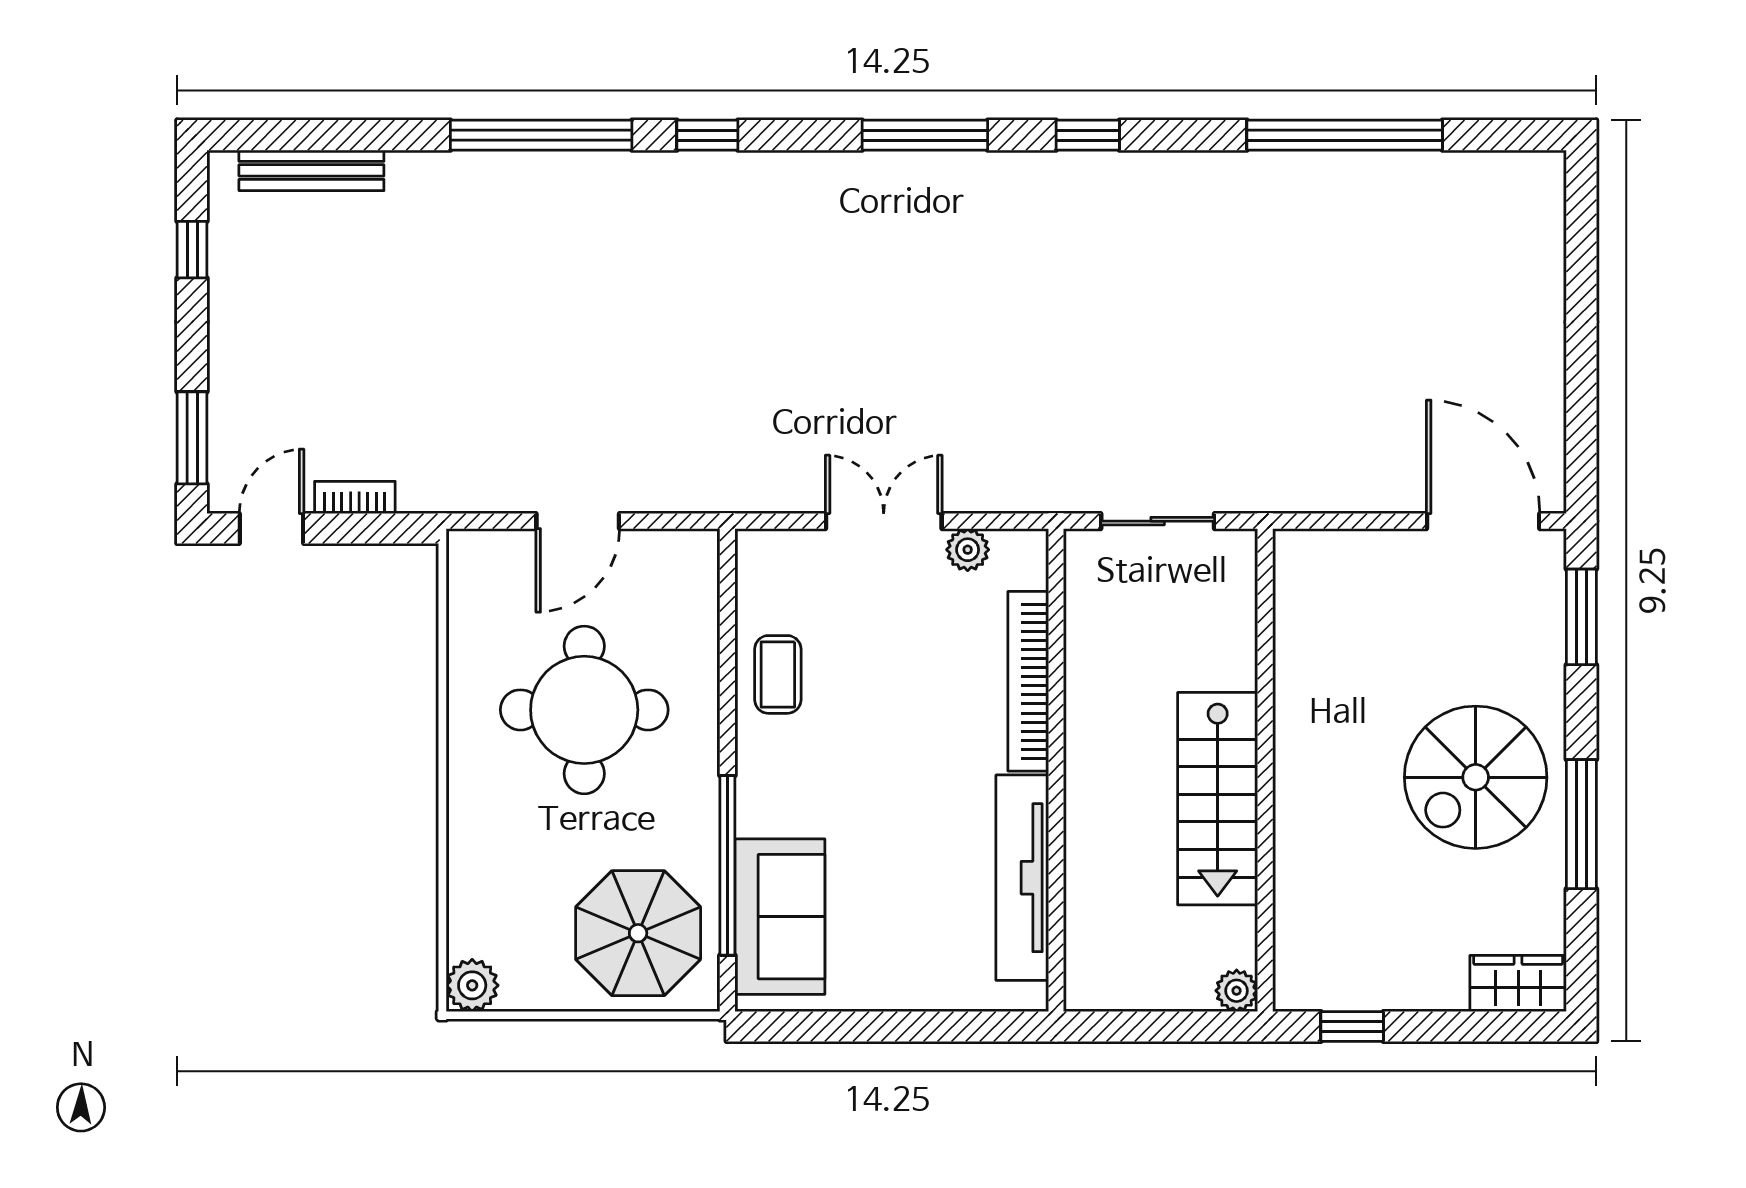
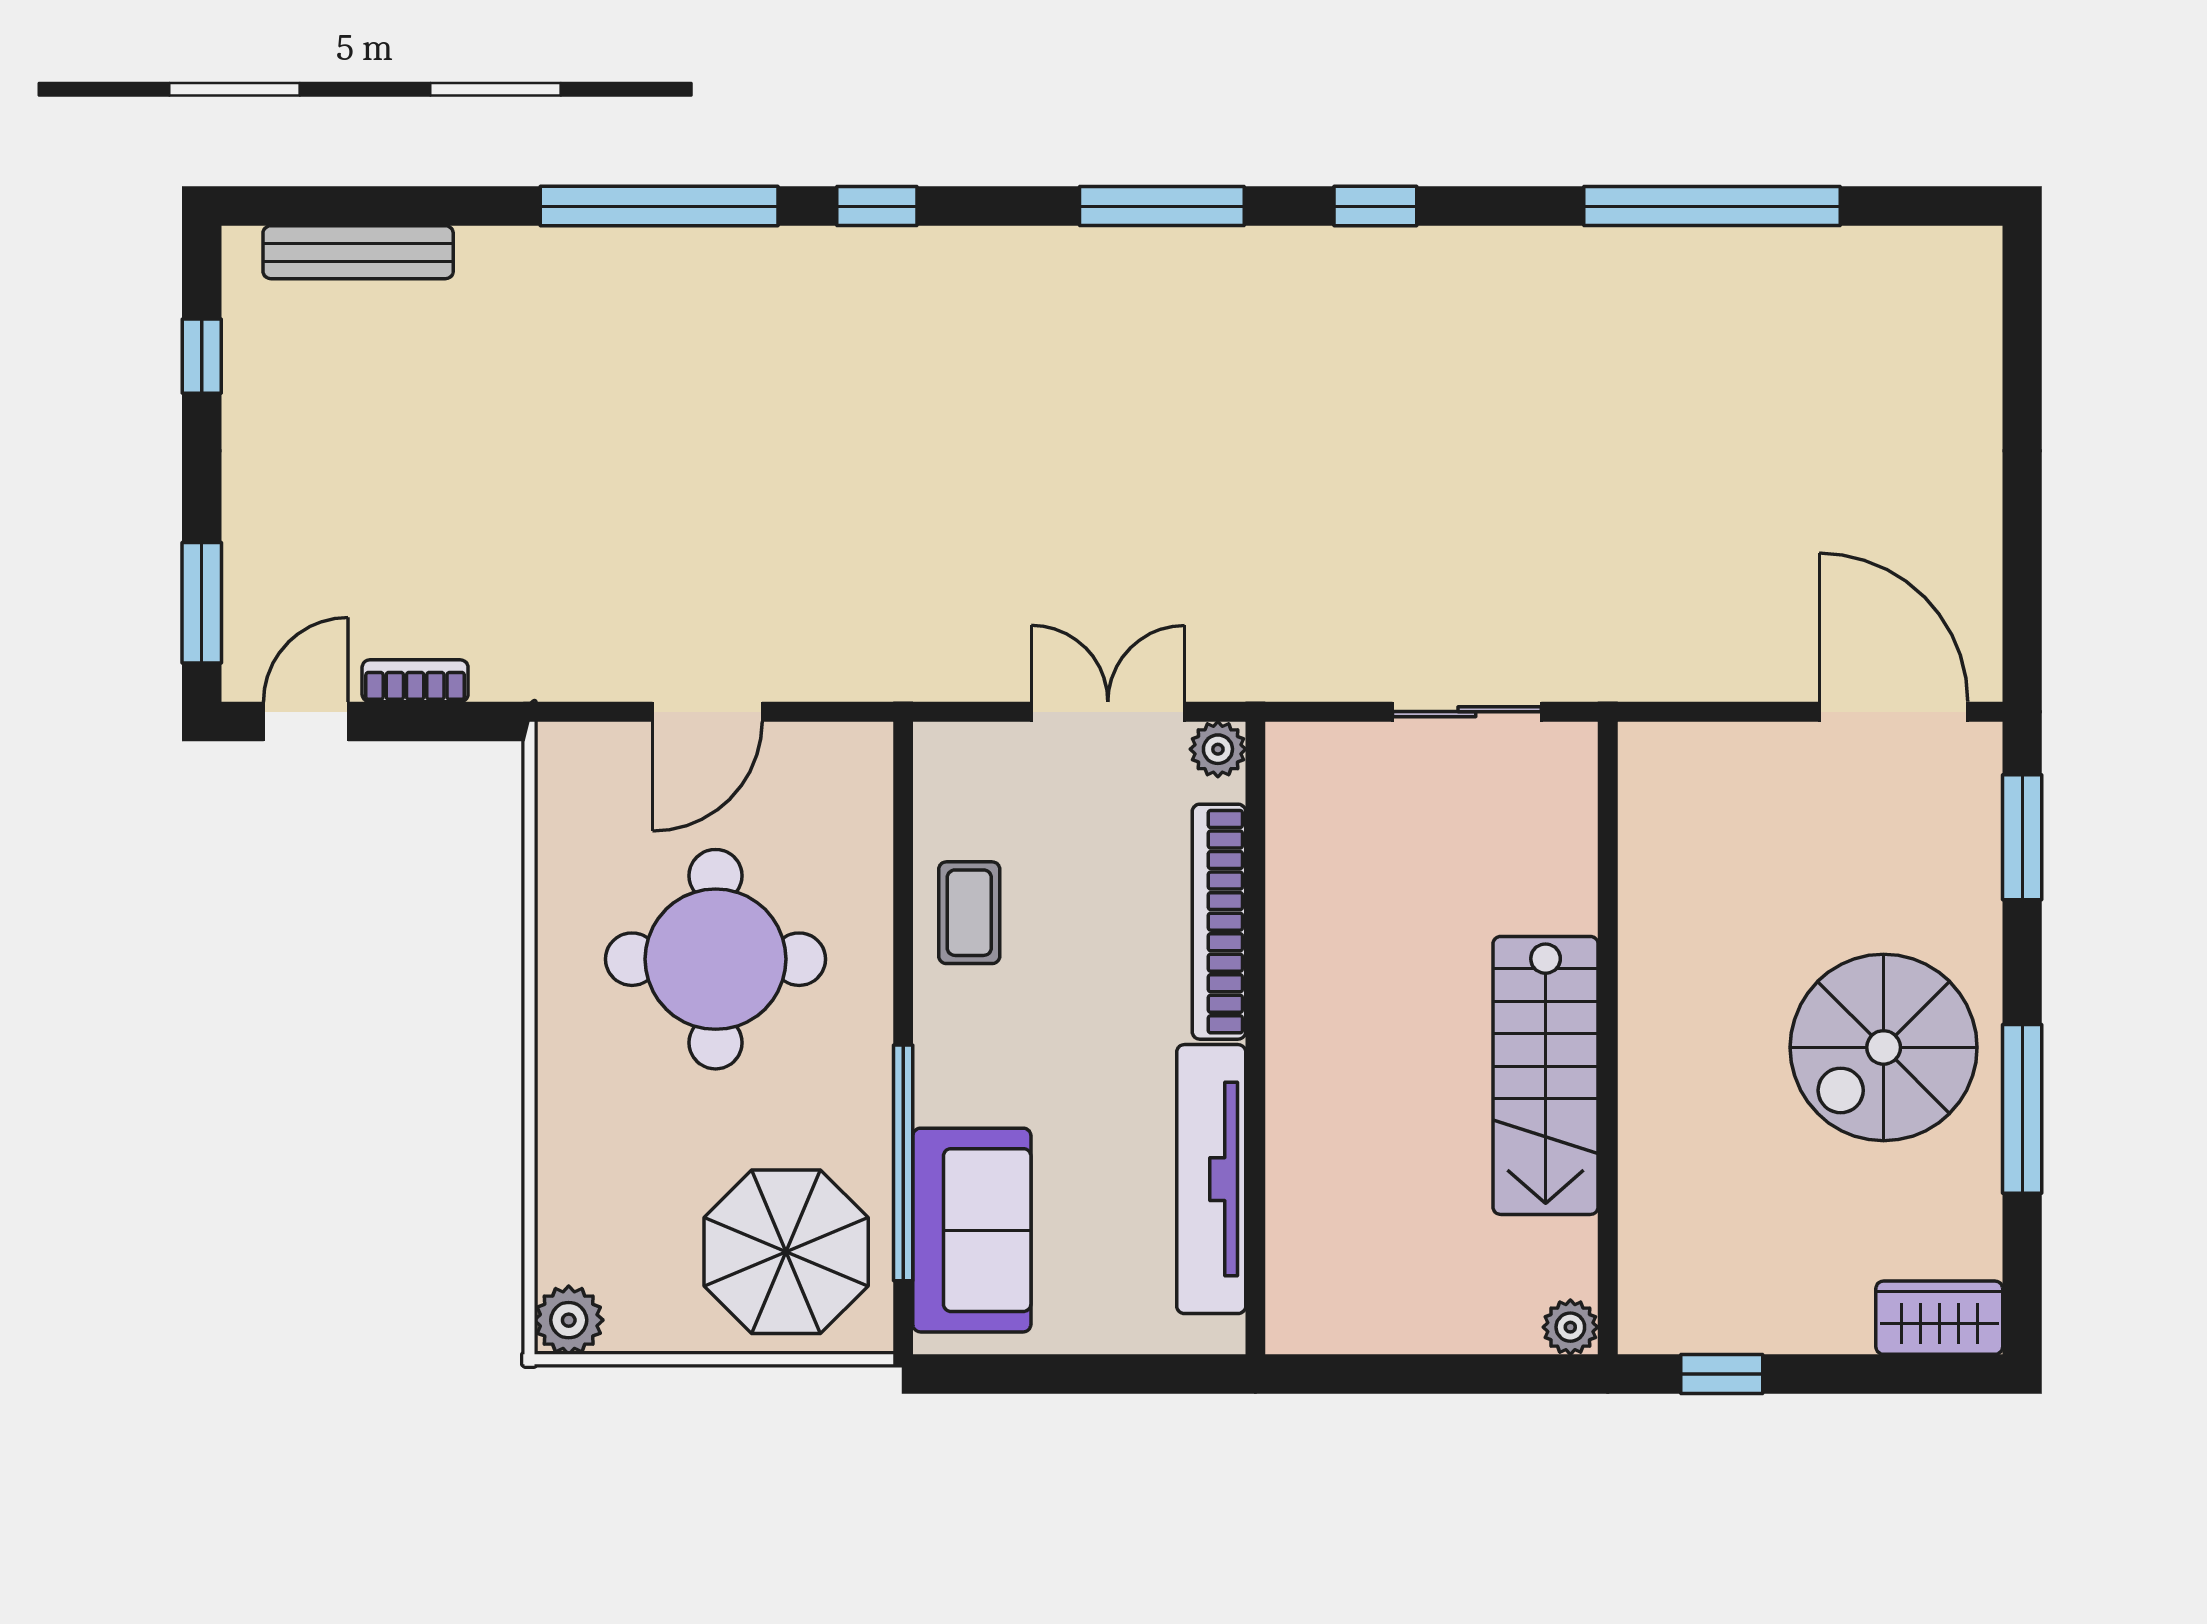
bookcase: (1028, 681) -> (1219, 922), moved
wall: (1056, 770) -> (1255, 1038), moved
tv unit: (1022, 878) -> (1211, 1179), moved

